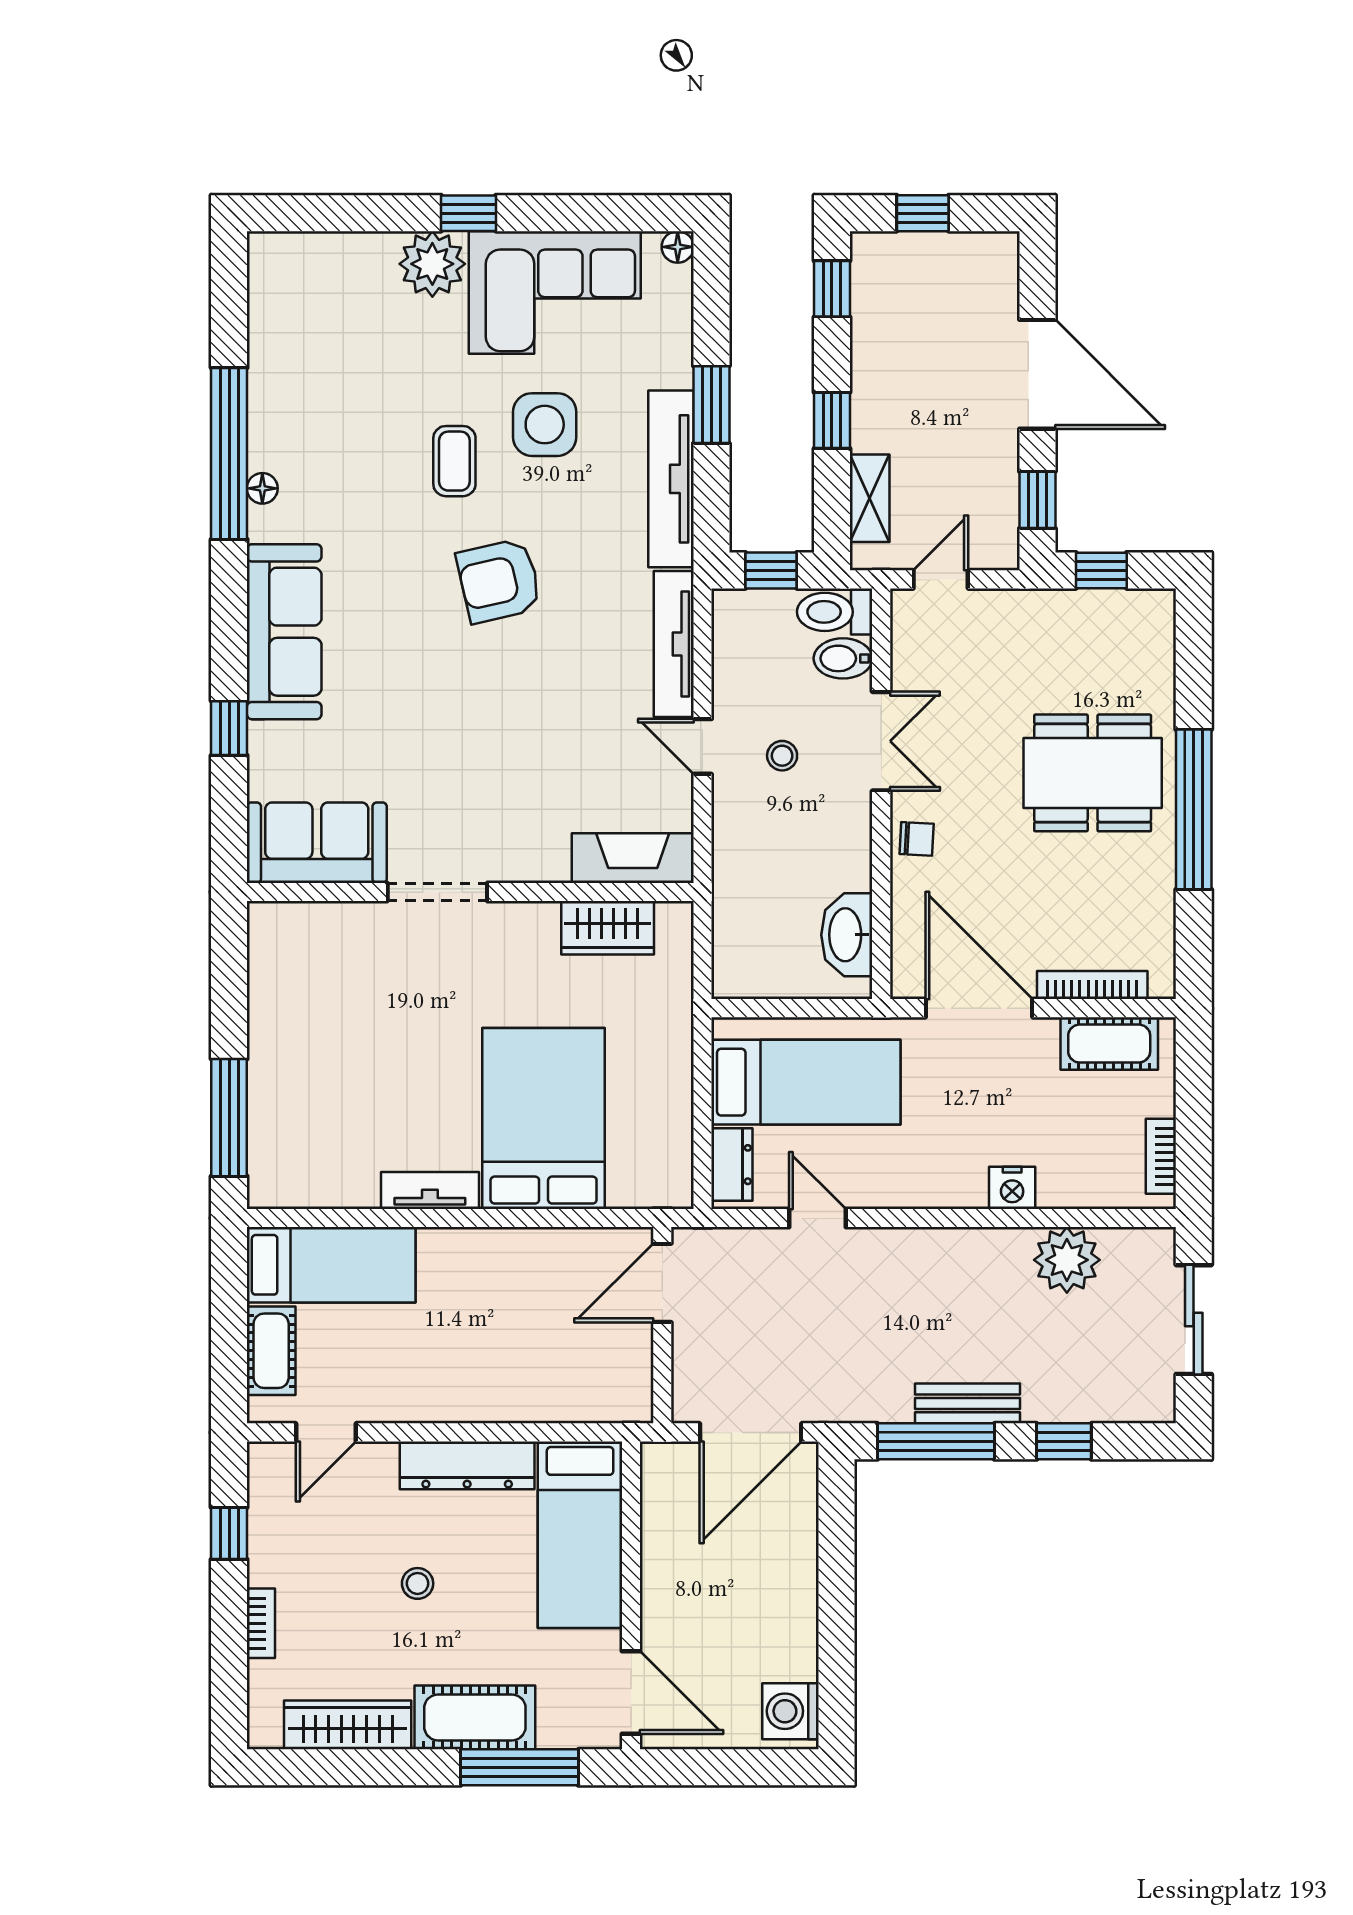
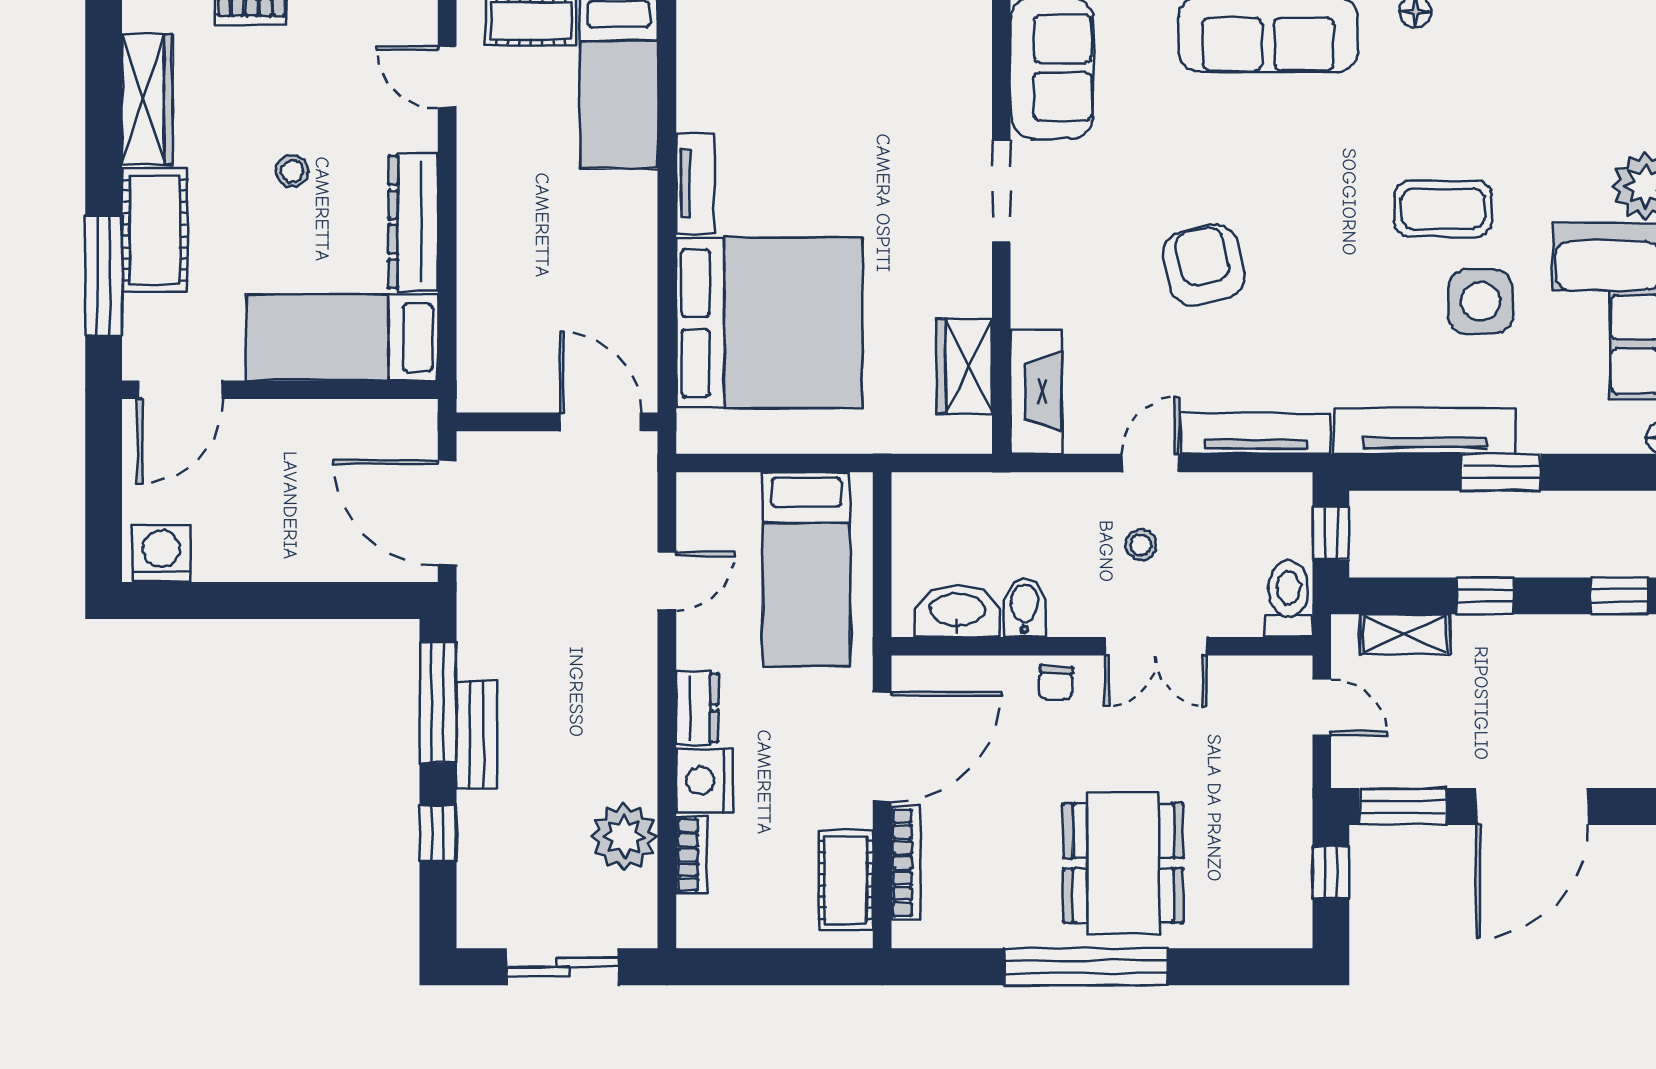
coffee table: (454, 461) -> (1443, 209), width x1.36, depth x1.30
window: (1037, 500) -> (1403, 807), width x1.50
armchair: (499, 581) -> (1204, 265), moved
bidet: (843, 658) -> (1024, 607), moved
bed: (544, 1118) -> (769, 323), width x1.36
bookcase: (1161, 1156) -> (691, 855), moved, turned 90
dresser: (732, 1165) -> (697, 708), moved, turned -90
nightstand: (1012, 1188) -> (705, 781), width x1.36, depth x1.33

